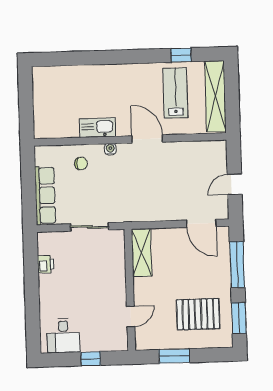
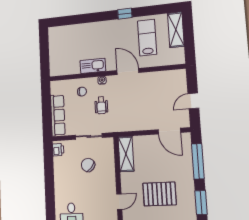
window: (181, 55) -> (125, 14), moved
shelving: (215, 96) -> (176, 30), width x0.68
wheelchair: (109, 184) -> (101, 105), added
printer: (46, 264) -> (58, 150), moved
chair: (88, 266) -> (88, 165), added
pallet: (198, 314) -> (159, 194), moved

